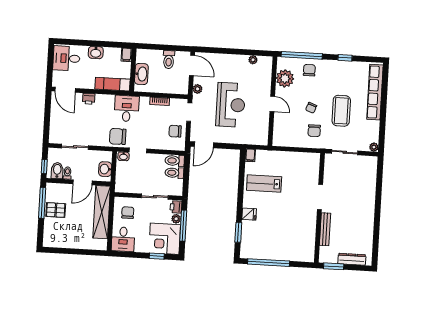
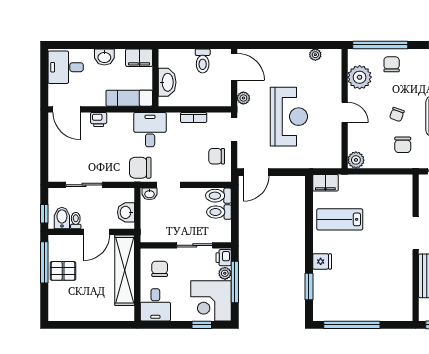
filing cabinet: (127, 55) -> (139, 58), width x2.00
plant: (279, 140) -> (356, 160), added
filing cabinet: (250, 155) -> (325, 183), width x2.00

